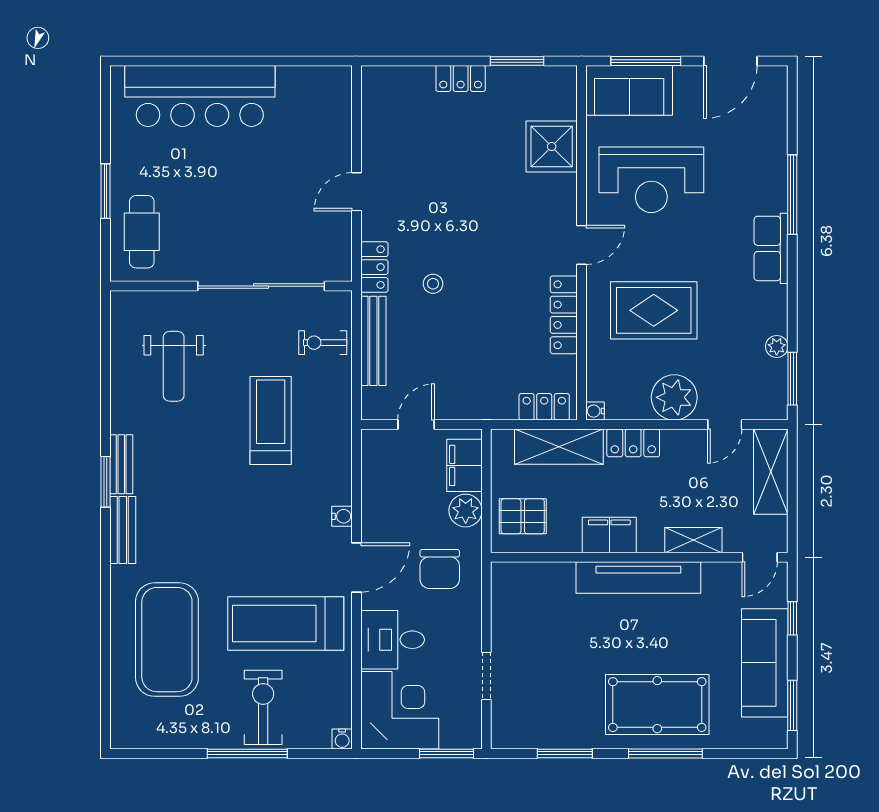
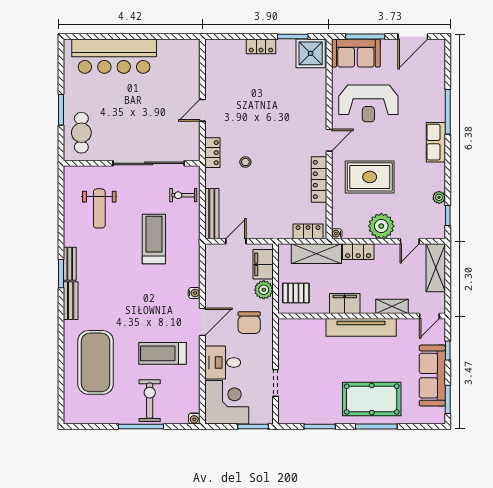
shower: (552, 146) -> (311, 53), moved
bench: (373, 341) -> (212, 214), moved
window: (792, 379) -> (448, 215), width x0.67
treadmill: (286, 624) -> (162, 353), width x0.73, depth x0.73

